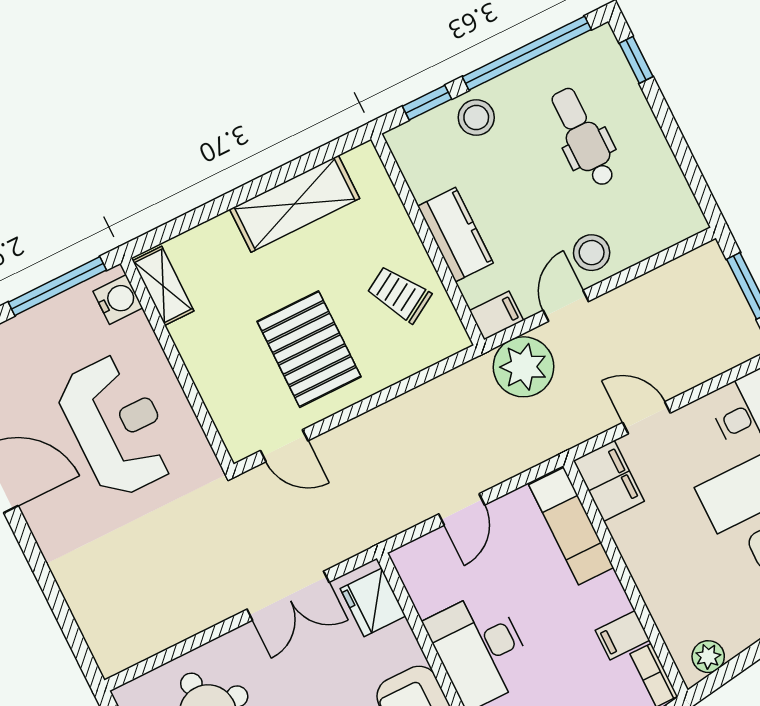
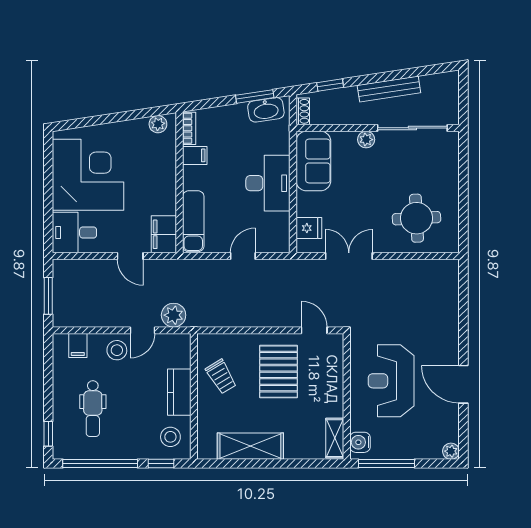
stool: (476, 117) -> (170, 437), moved
filing cabinet: (496, 316) -> (78, 346), moved, turned -90
plant: (524, 367) -> (174, 315), width x0.73, depth x0.73
fridge: (373, 602) -> (309, 228), width x0.72

